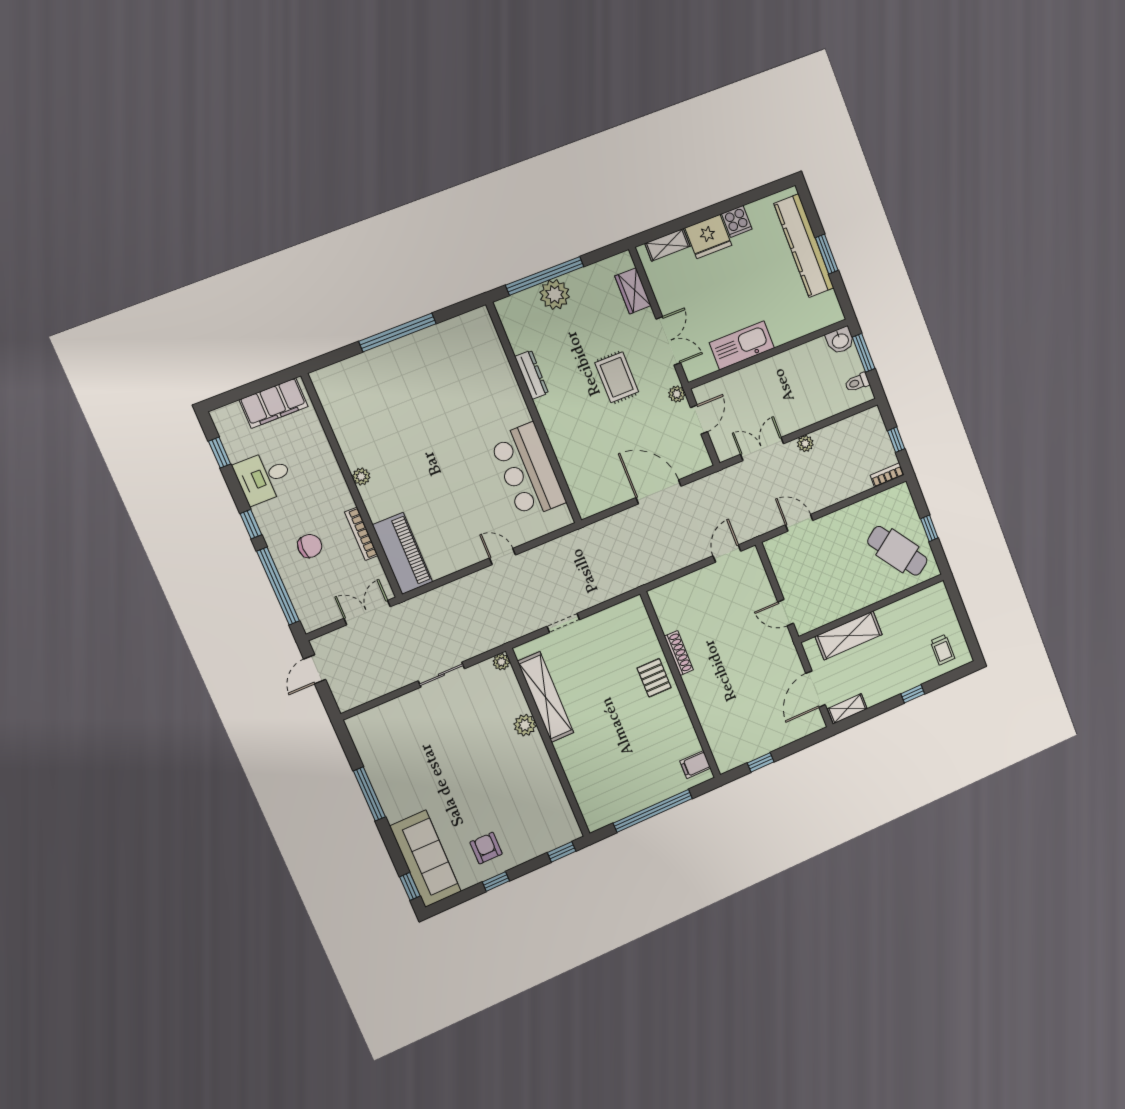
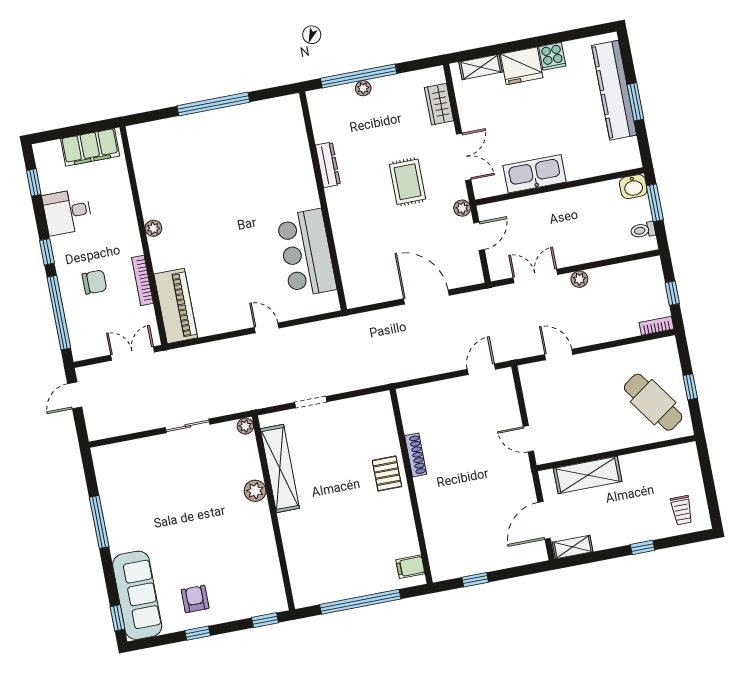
plant: (555, 295) -> (363, 88), width x0.53, depth x0.53

